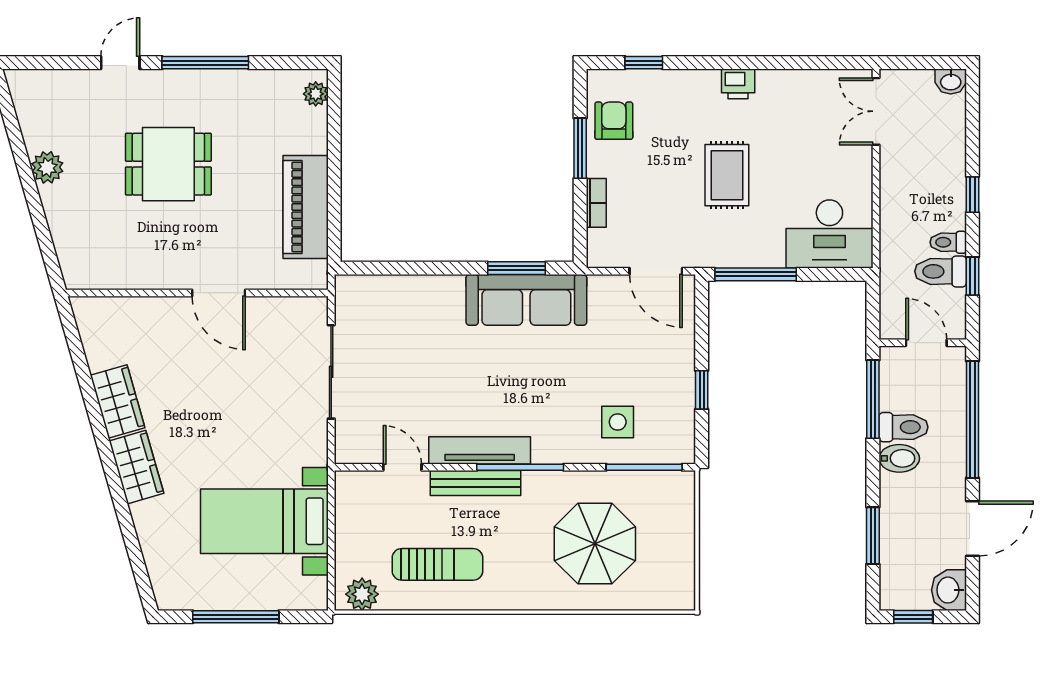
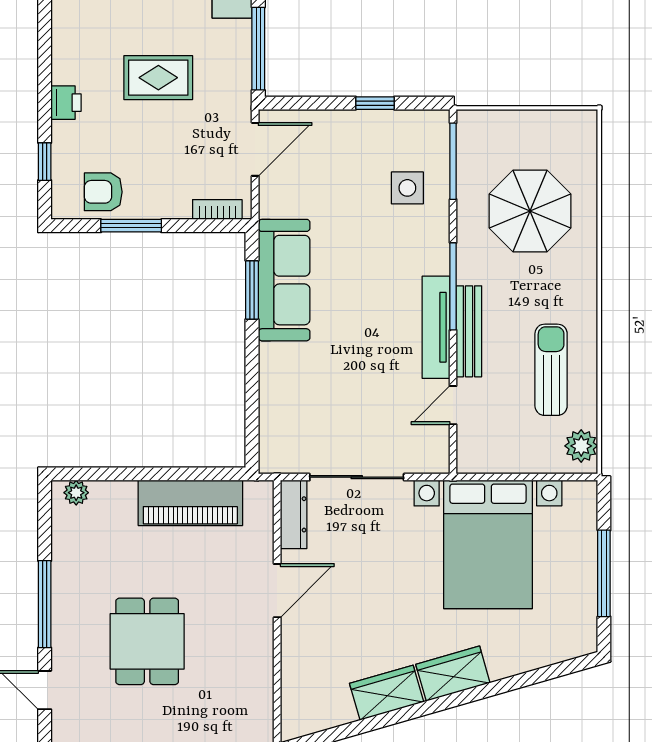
printer: (738, 84) -> (66, 103), moved
bookcase: (596, 203) -> (217, 210), moved
dresser: (294, 309) -> (294, 514), added
bed with nightstands: (264, 521) -> (488, 544), width x1.36

